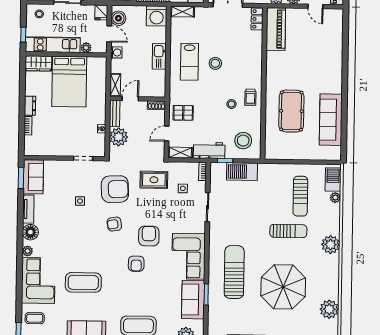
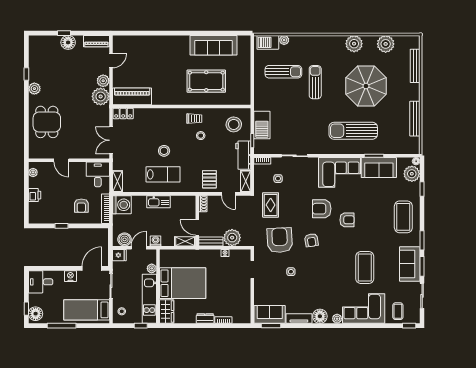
plant: (331, 245) -> (354, 44), moved

